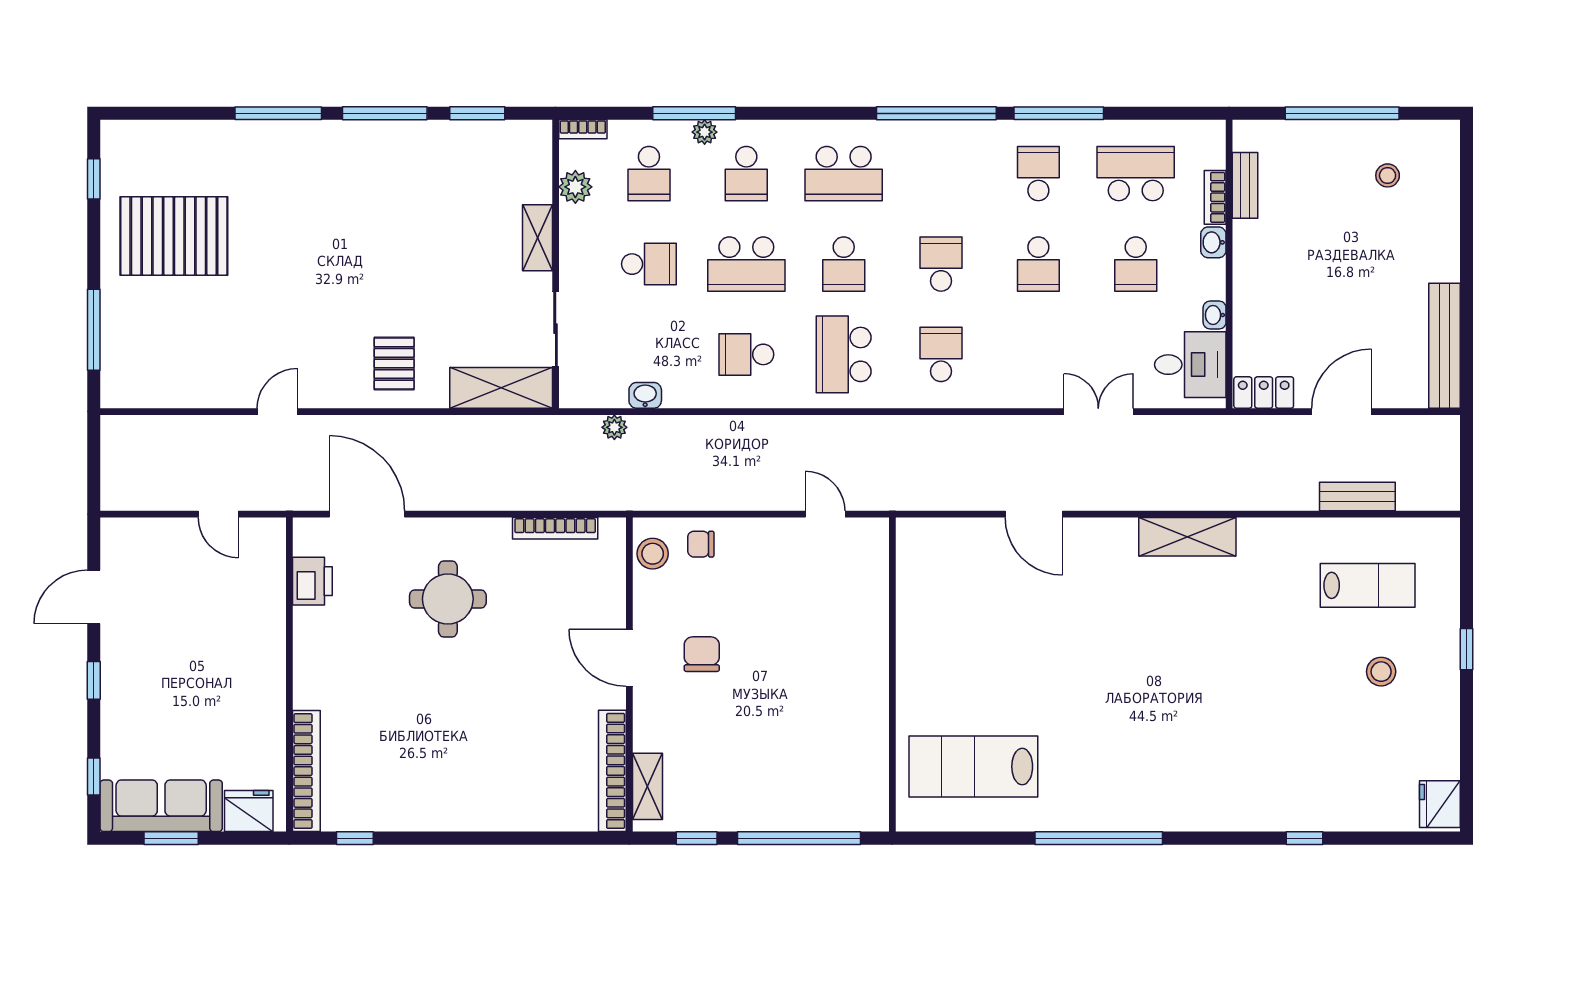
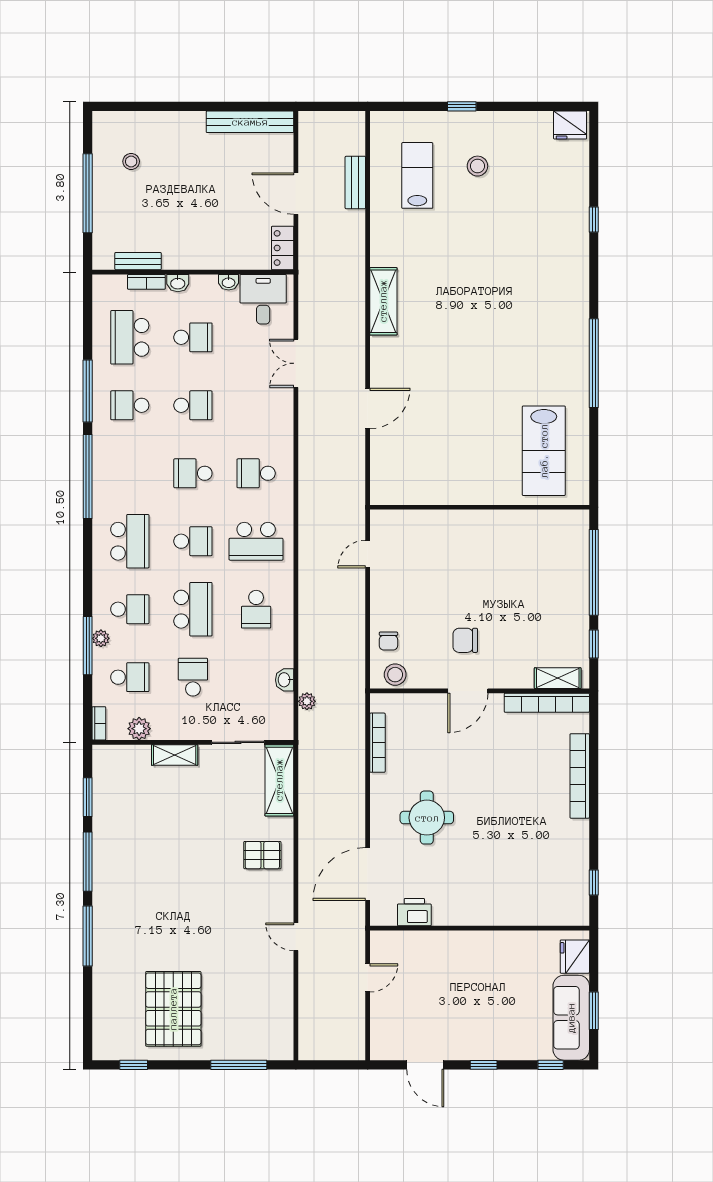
bookcase: (306, 771) -> (580, 776), moved, turned -90

